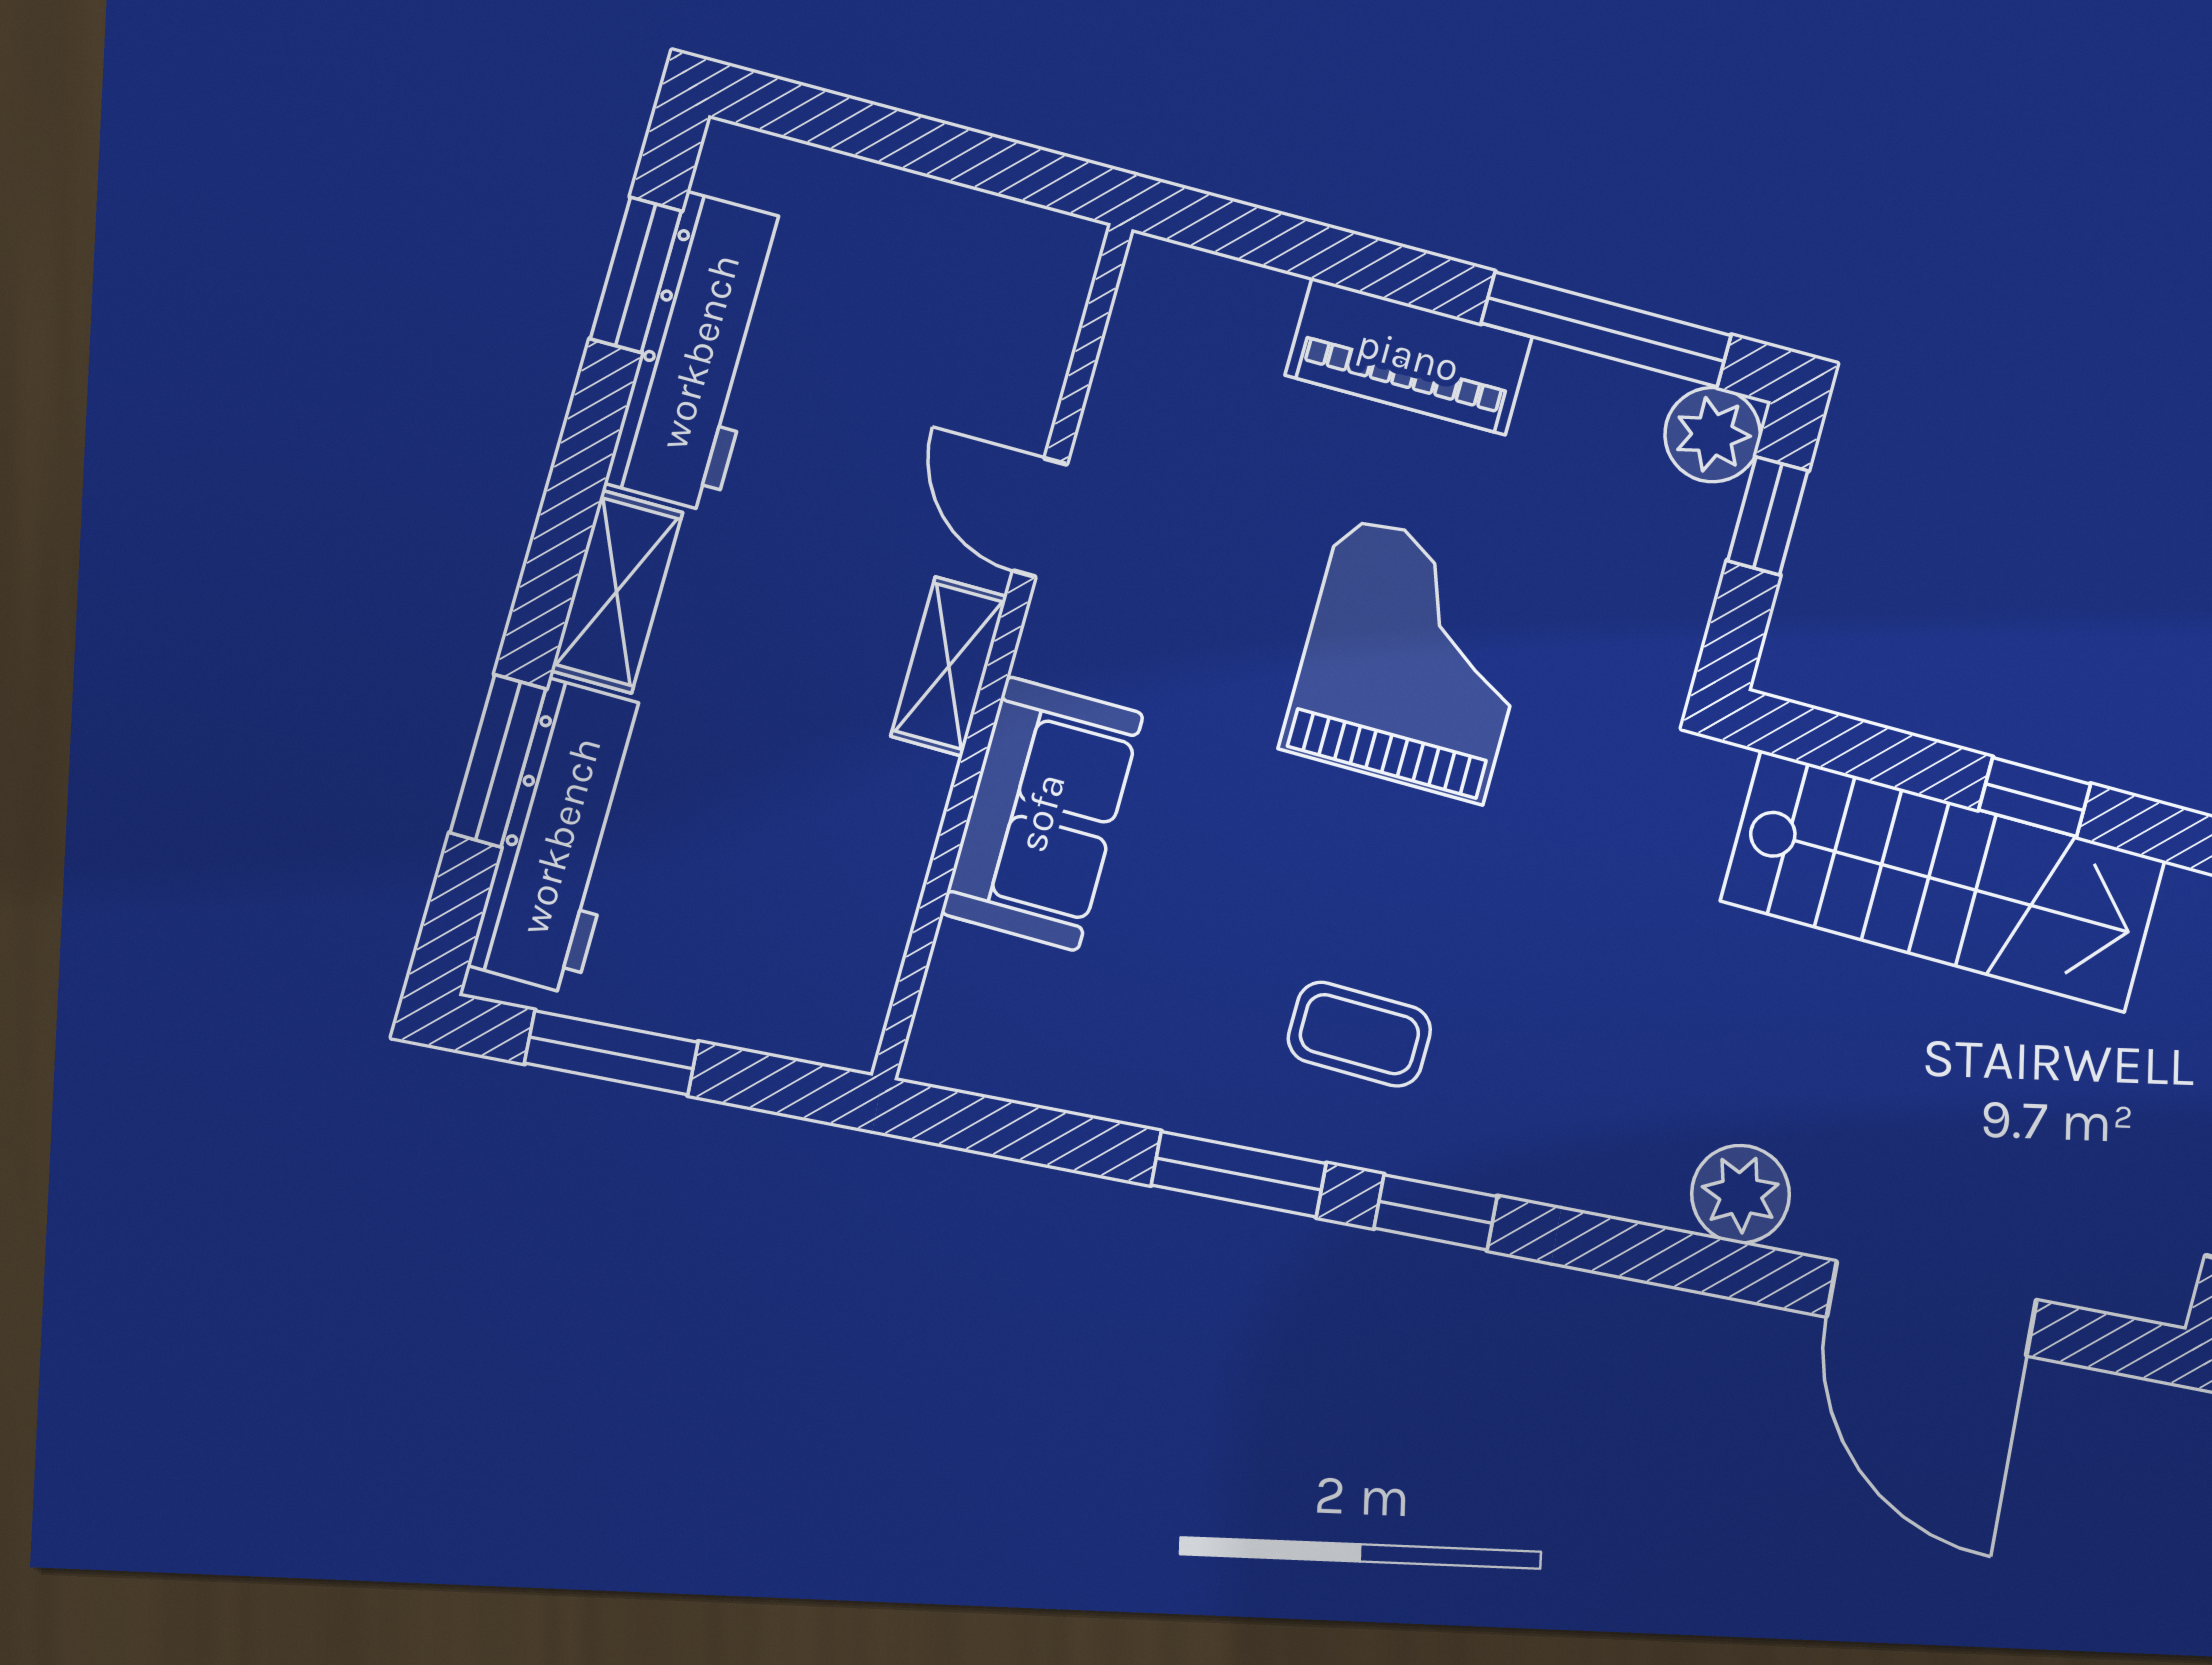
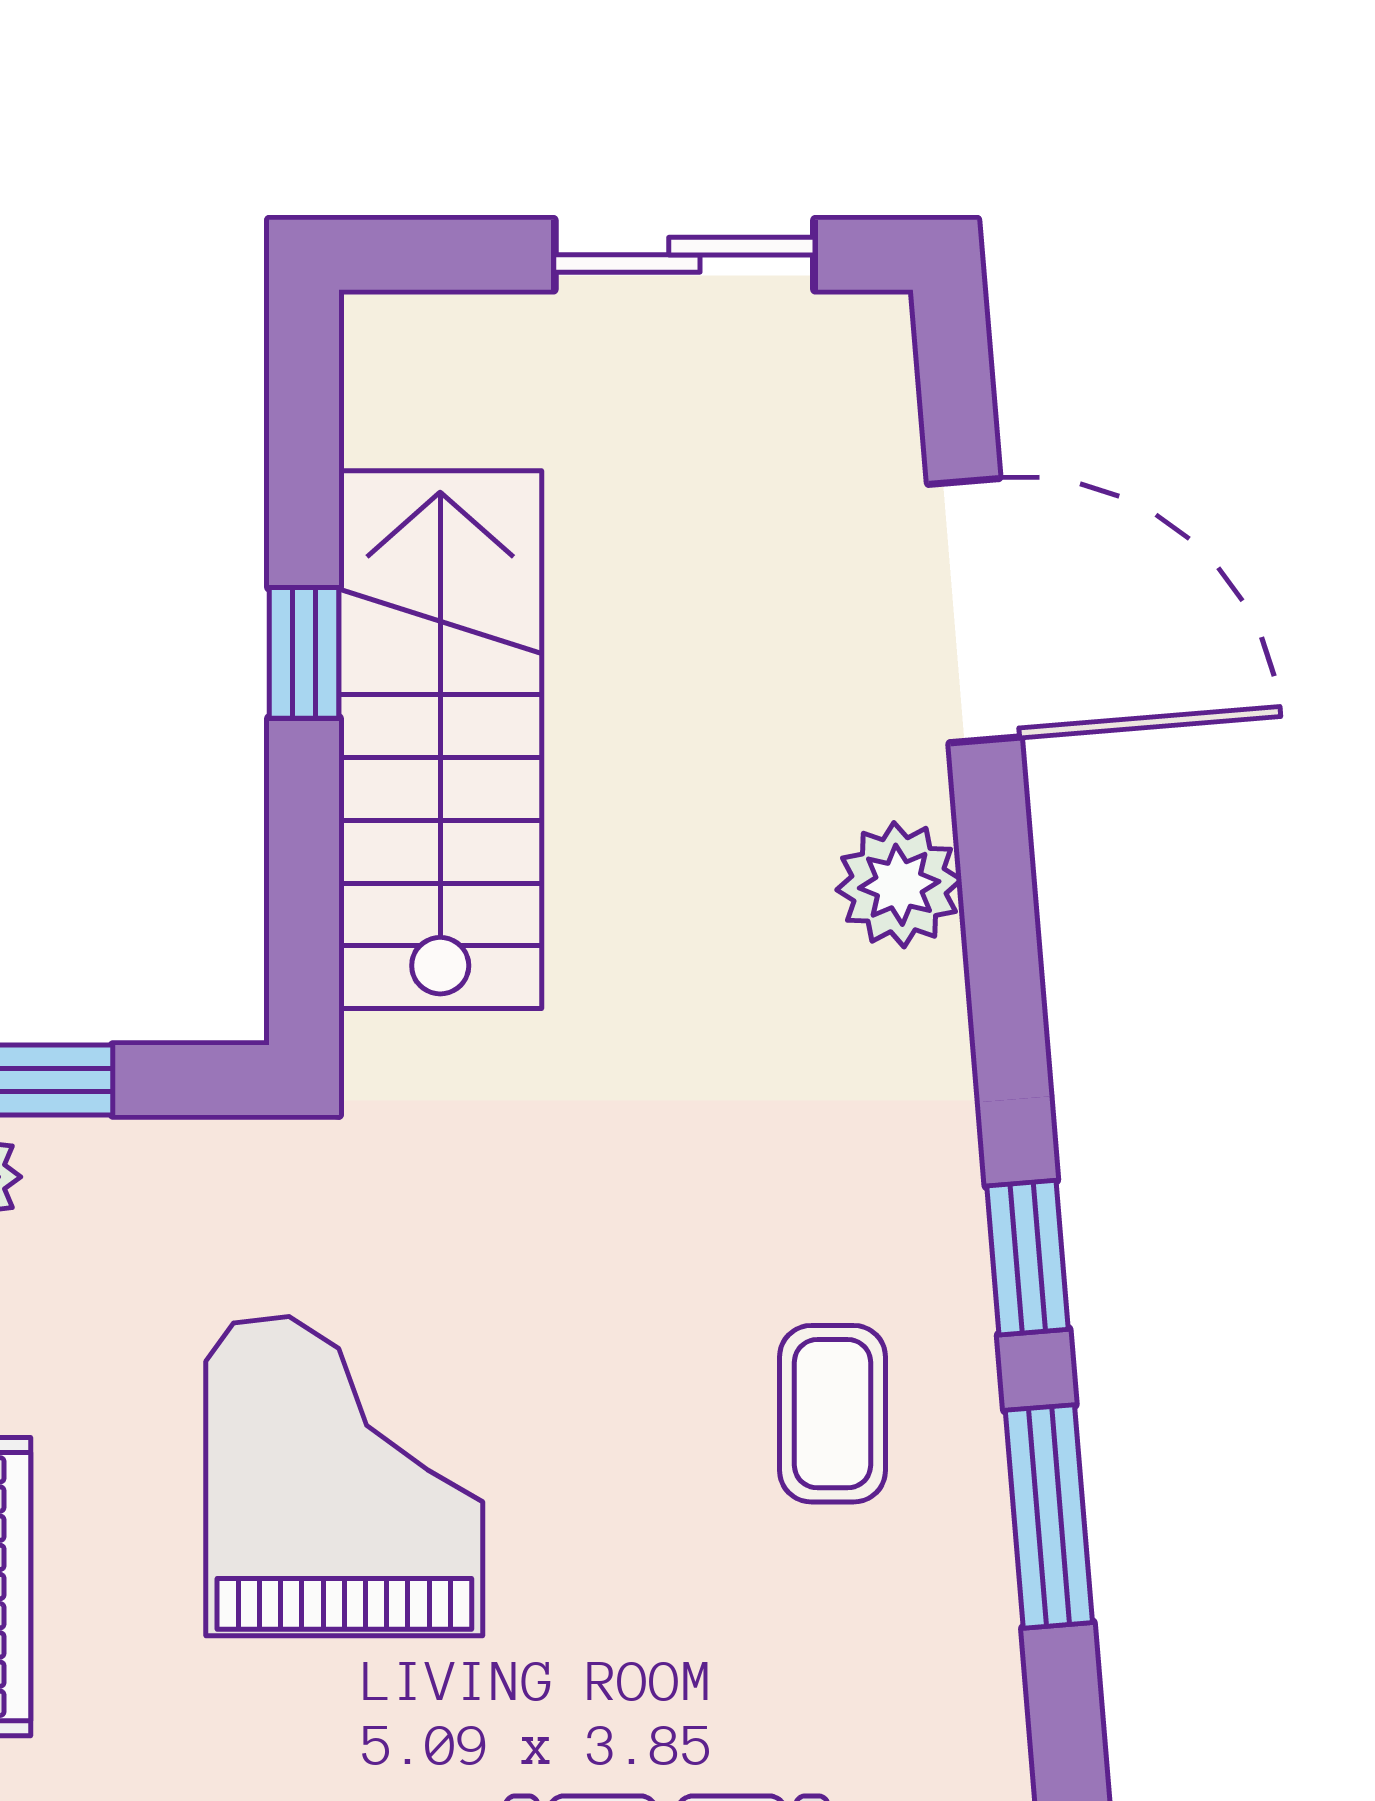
grand piano: (1413, 659) -> (344, 1476), turned 90
door: (1931, 1308) -> (974, 611), hinge flipped

